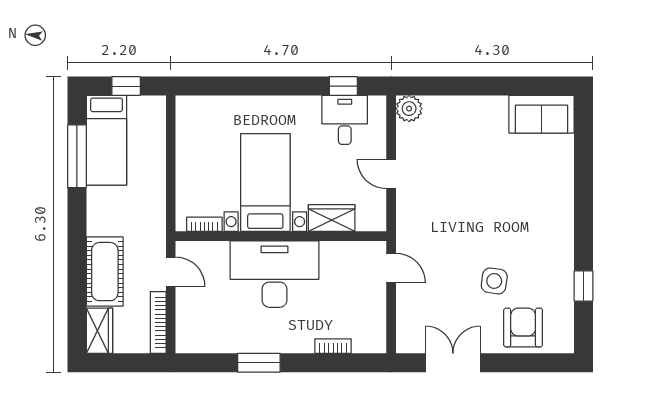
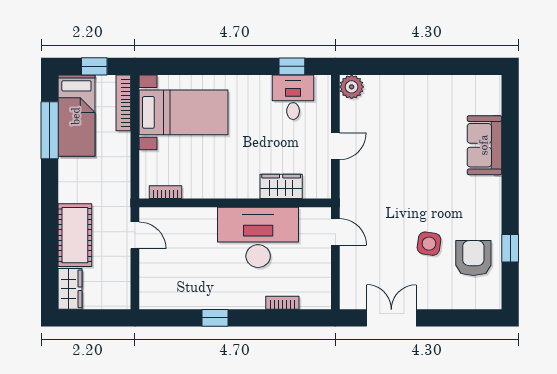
sofa: (542, 114) -> (484, 145), moved, turned 90
door: (391, 174) -> (335, 146), swing flipped
bed with nightstands: (265, 183) -> (184, 112), moved, turned 90
desk: (274, 274) -> (258, 237), moved
bookcase: (158, 322) -> (123, 103), moved
armchair: (523, 327) -> (473, 258), moved
window: (259, 363) -> (215, 318), width x0.67

